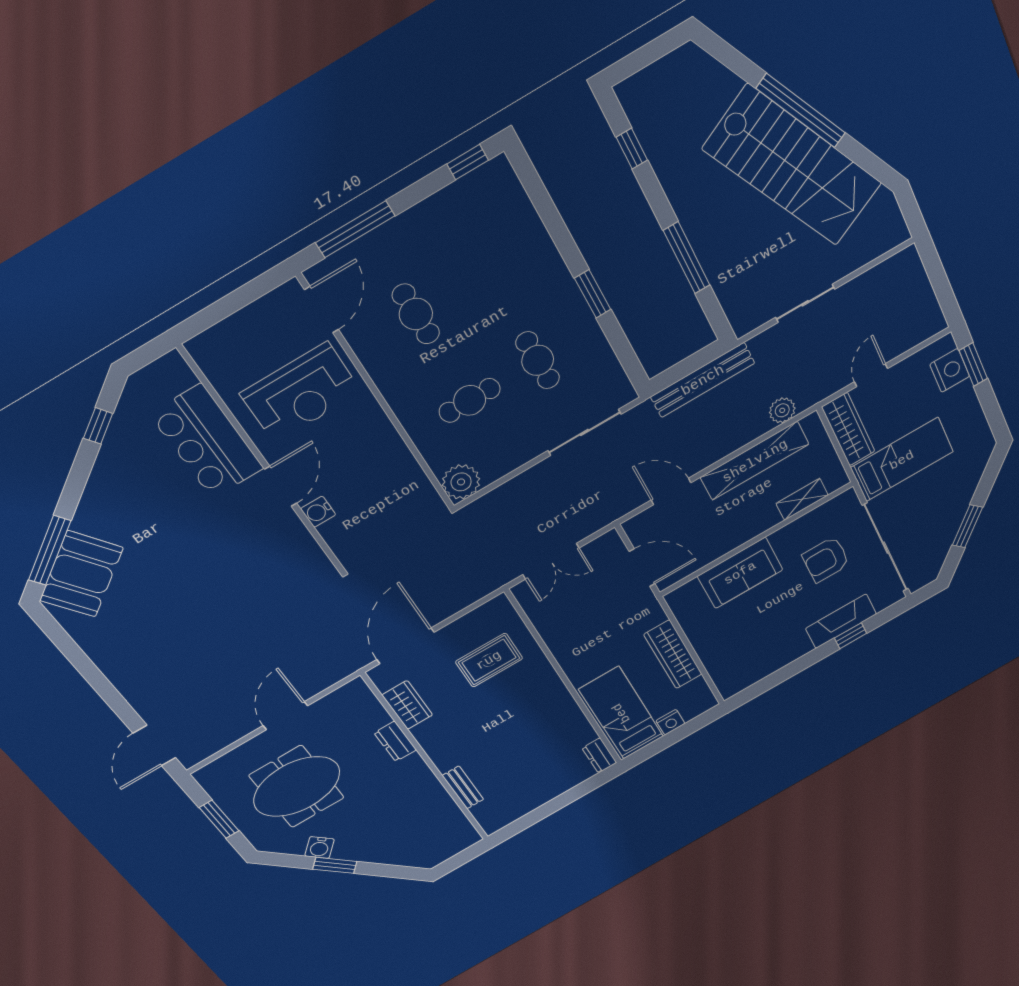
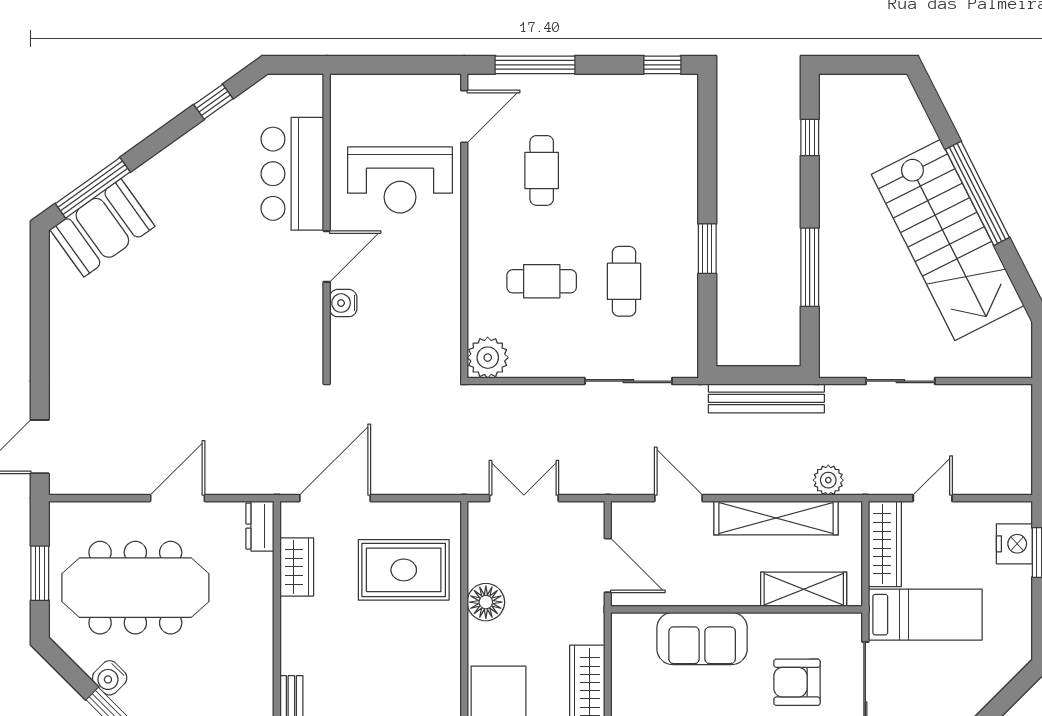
shelving: (802, 499) -> (804, 589), width x1.50, depth x1.33
double door: (551, 561) -> (524, 498), swing flipped
floor lamp: (564, 644) -> (486, 602), added
rug: (489, 660) -> (404, 570), width x1.36, depth x1.43
dresser: (395, 741) -> (260, 526), moved
meeting table: (297, 787) -> (135, 588), width x1.36

